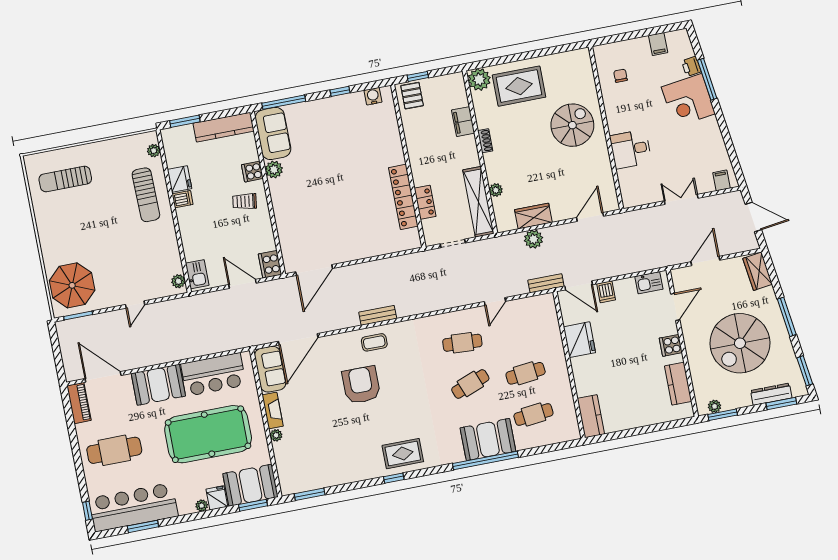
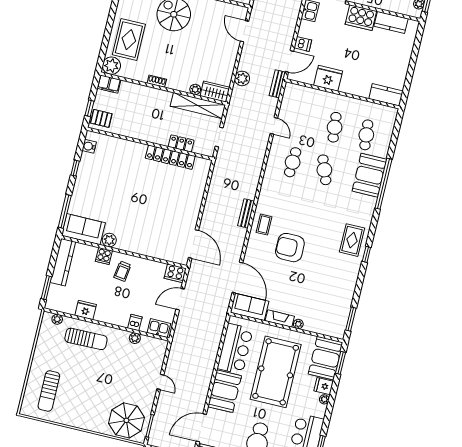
filing cabinet: (463, 122) -> (109, 84), moved
dishwasher: (183, 199) -> (135, 323), moved
wardrobe: (533, 216) -> (215, 92), moved, turned 90
plant: (178, 281) -> (135, 338), moved
cooker: (671, 345) -> (361, 18), width x1.87, depth x1.31

